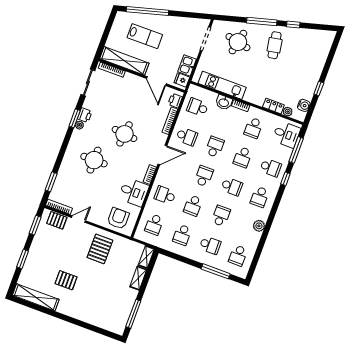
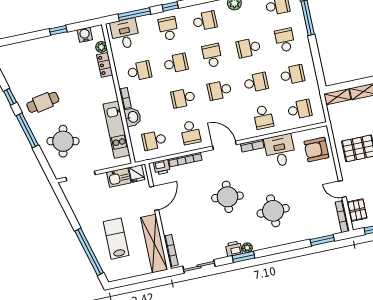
school desk: (198, 107) -> (154, 140), turned 90
school desk: (187, 137) -> (190, 133), turned 180

